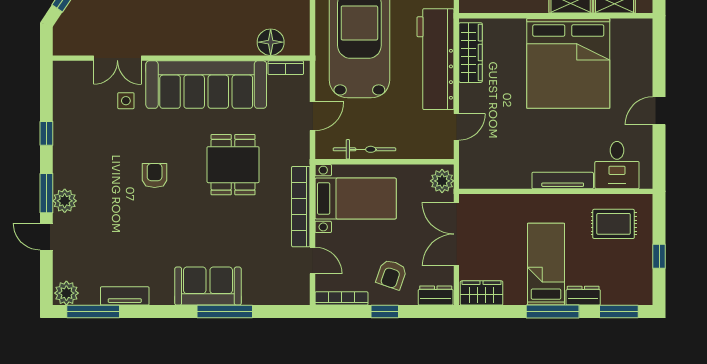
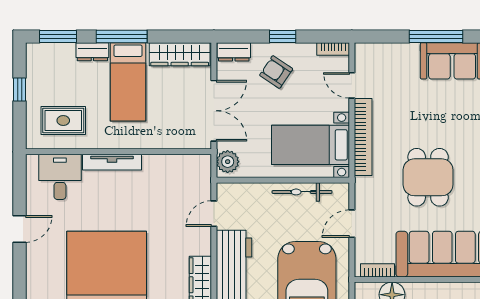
armchair: (391, 274) -> (276, 72), turned -75
wardrobe: (482, 293) -> (180, 54), width x1.50
bookcase: (341, 298) -> (333, 49), width x0.64

